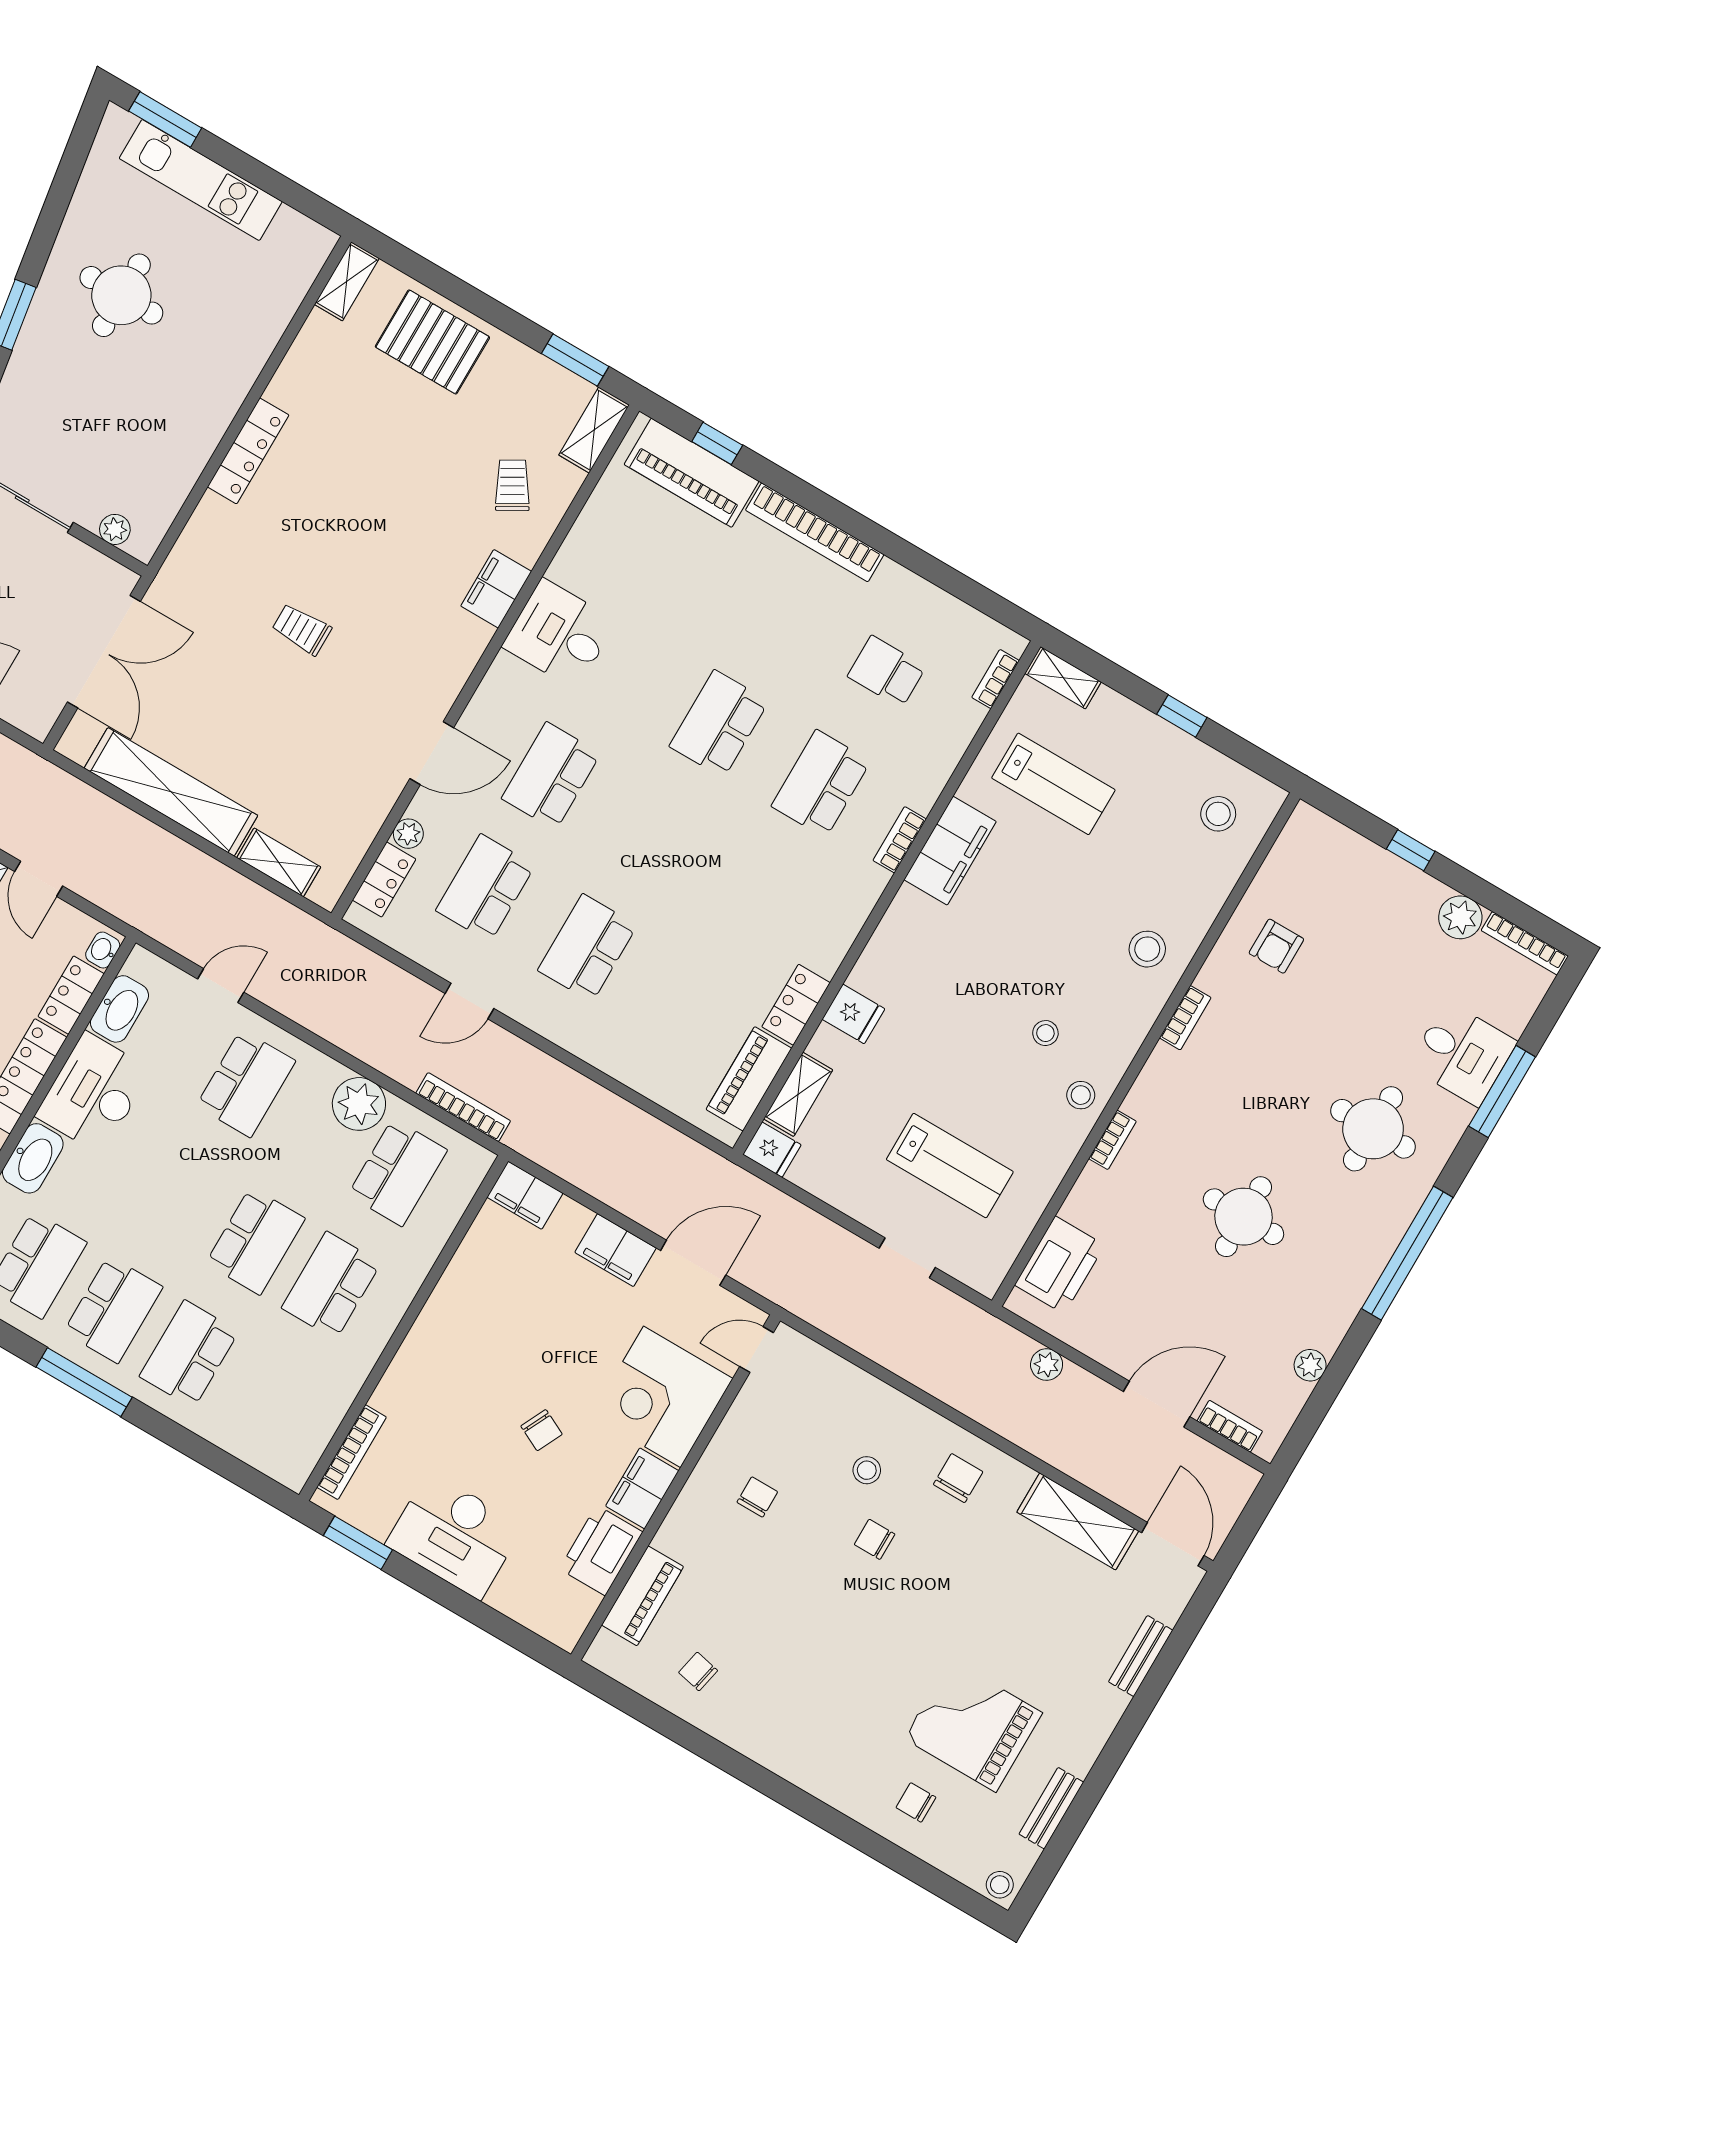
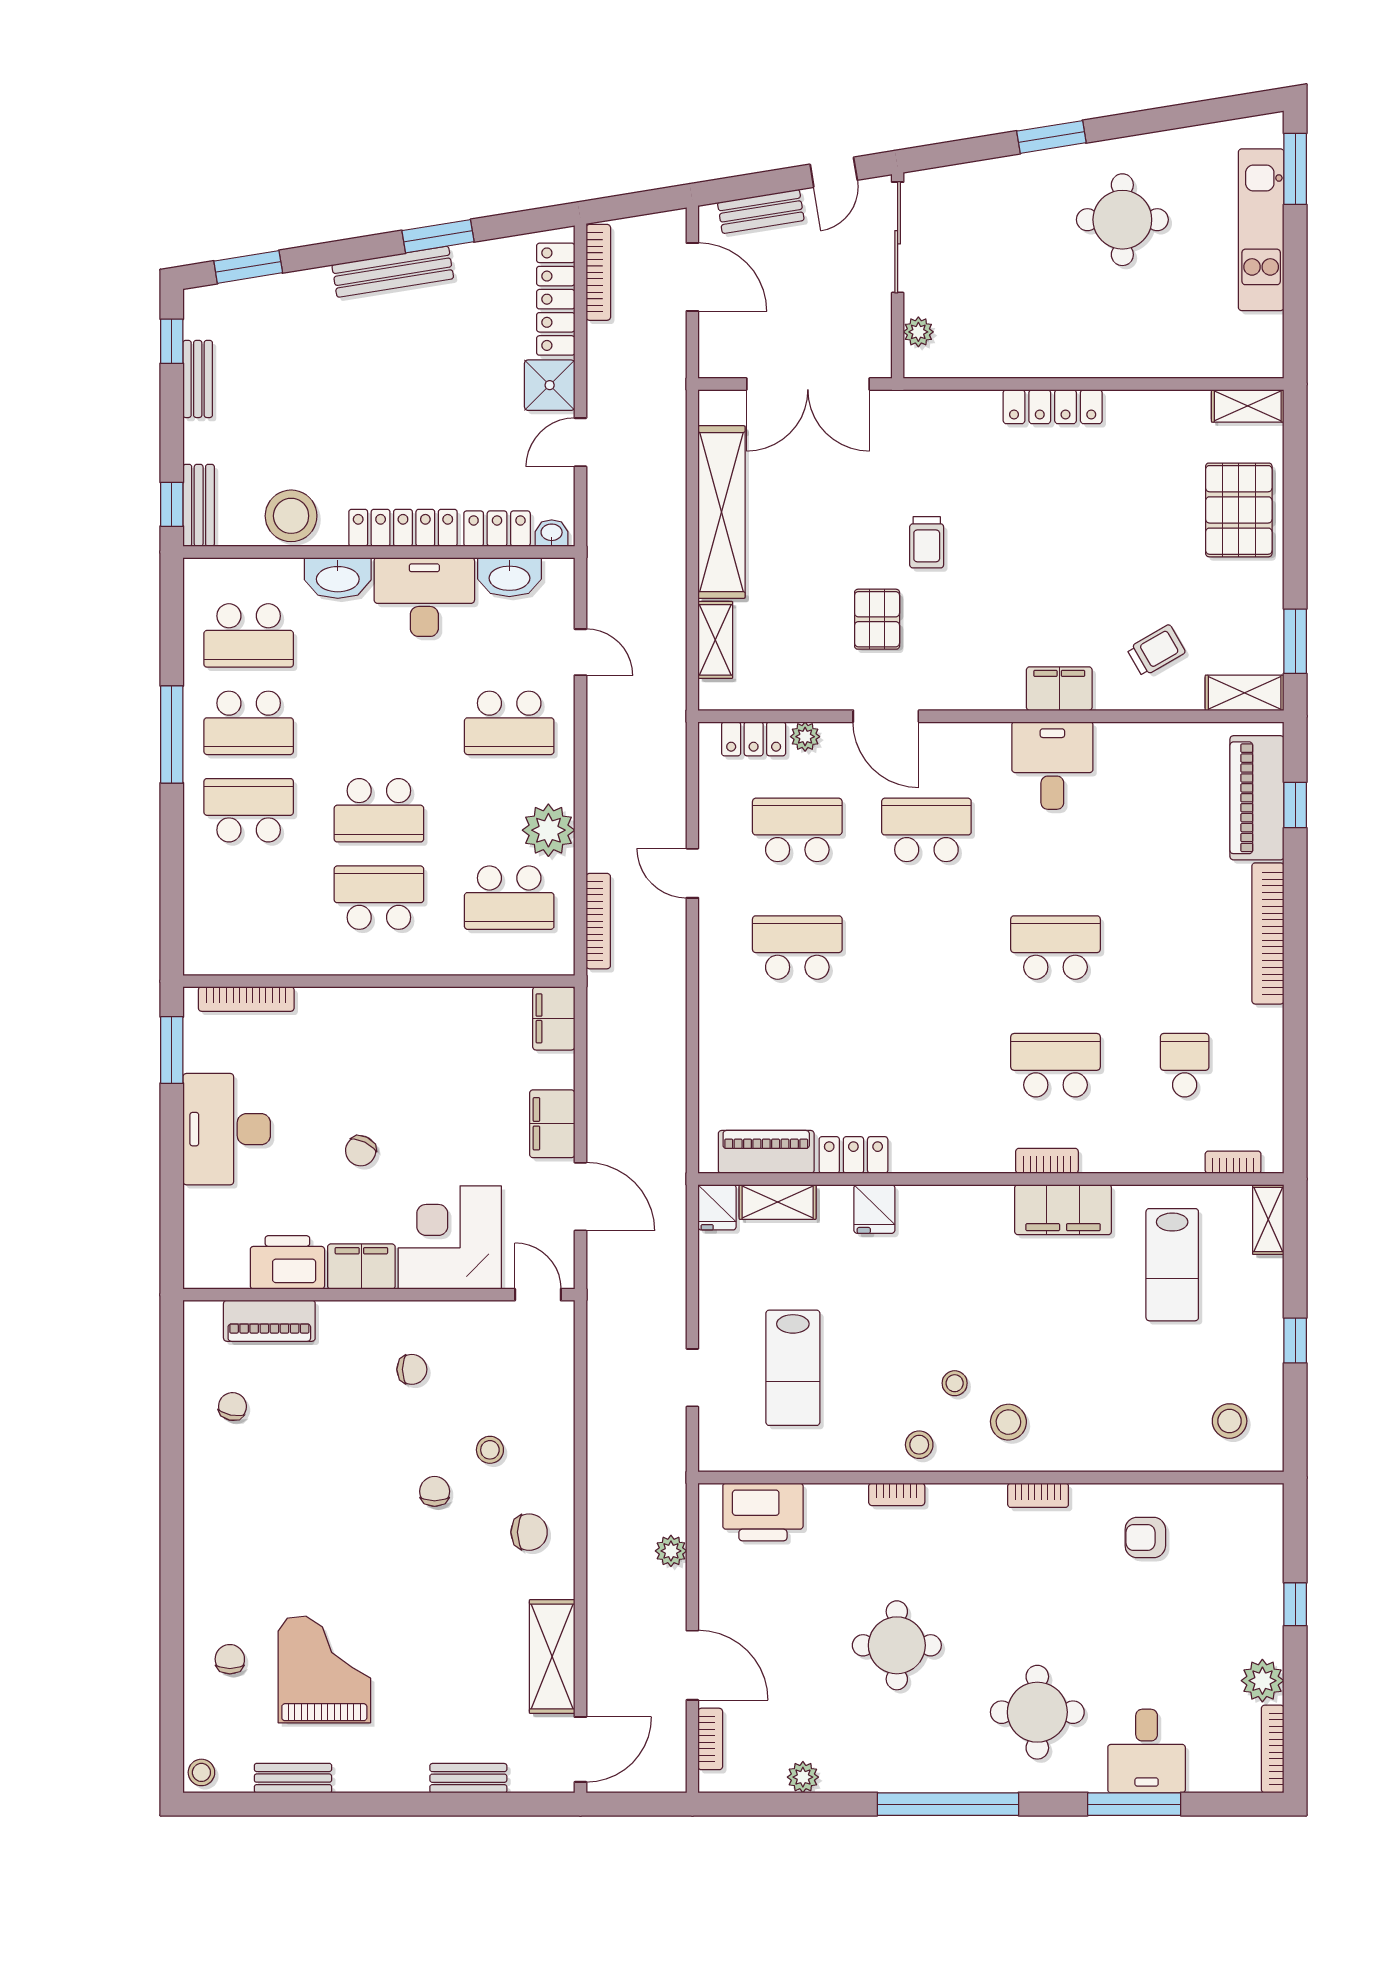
trolley: (302, 629) -> (927, 542), turned 180
pallet: (343, 711) -> (877, 619), added
stool: (1147, 949) -> (1008, 1422), moved

